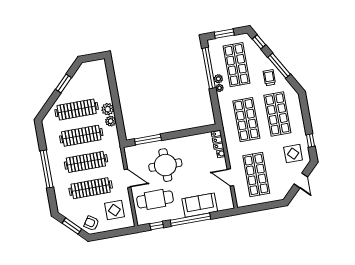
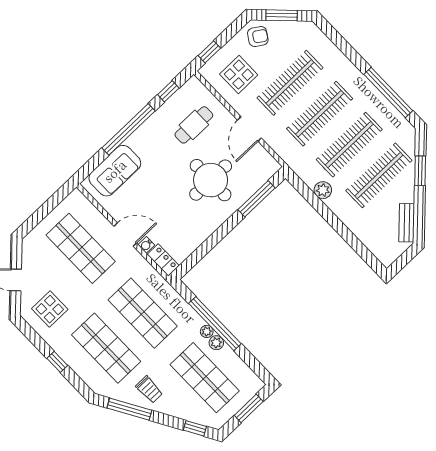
window: (279, 66) -> (129, 409), moved
window: (209, 68) -> (215, 324), moved
bench: (78, 75) -> (407, 223), added
window: (63, 83) -> (420, 171), moved
plant: (108, 109) -> (337, 204), removed
window: (310, 141) -> (57, 362), moved
window: (47, 169) -> (388, 92), moved
door: (230, 177) -> (125, 235), moved
door: (128, 178) -> (249, 129), hinge flipped
cafe table: (155, 199) -> (194, 125), width x0.73, depth x0.74
sofa: (200, 205) -> (115, 171), moved
window: (122, 232) -> (209, 52), added

